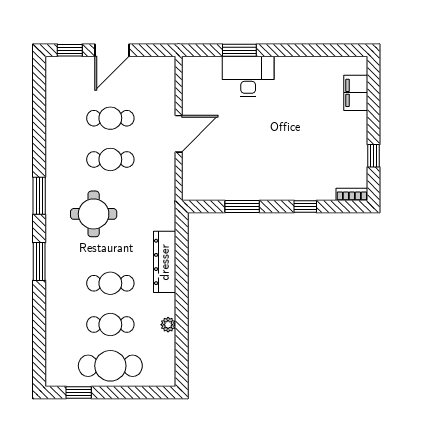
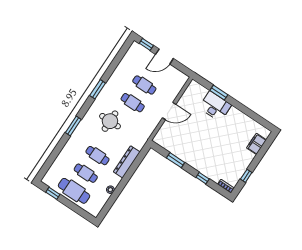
window: (39, 196) -> (98, 89), moved

